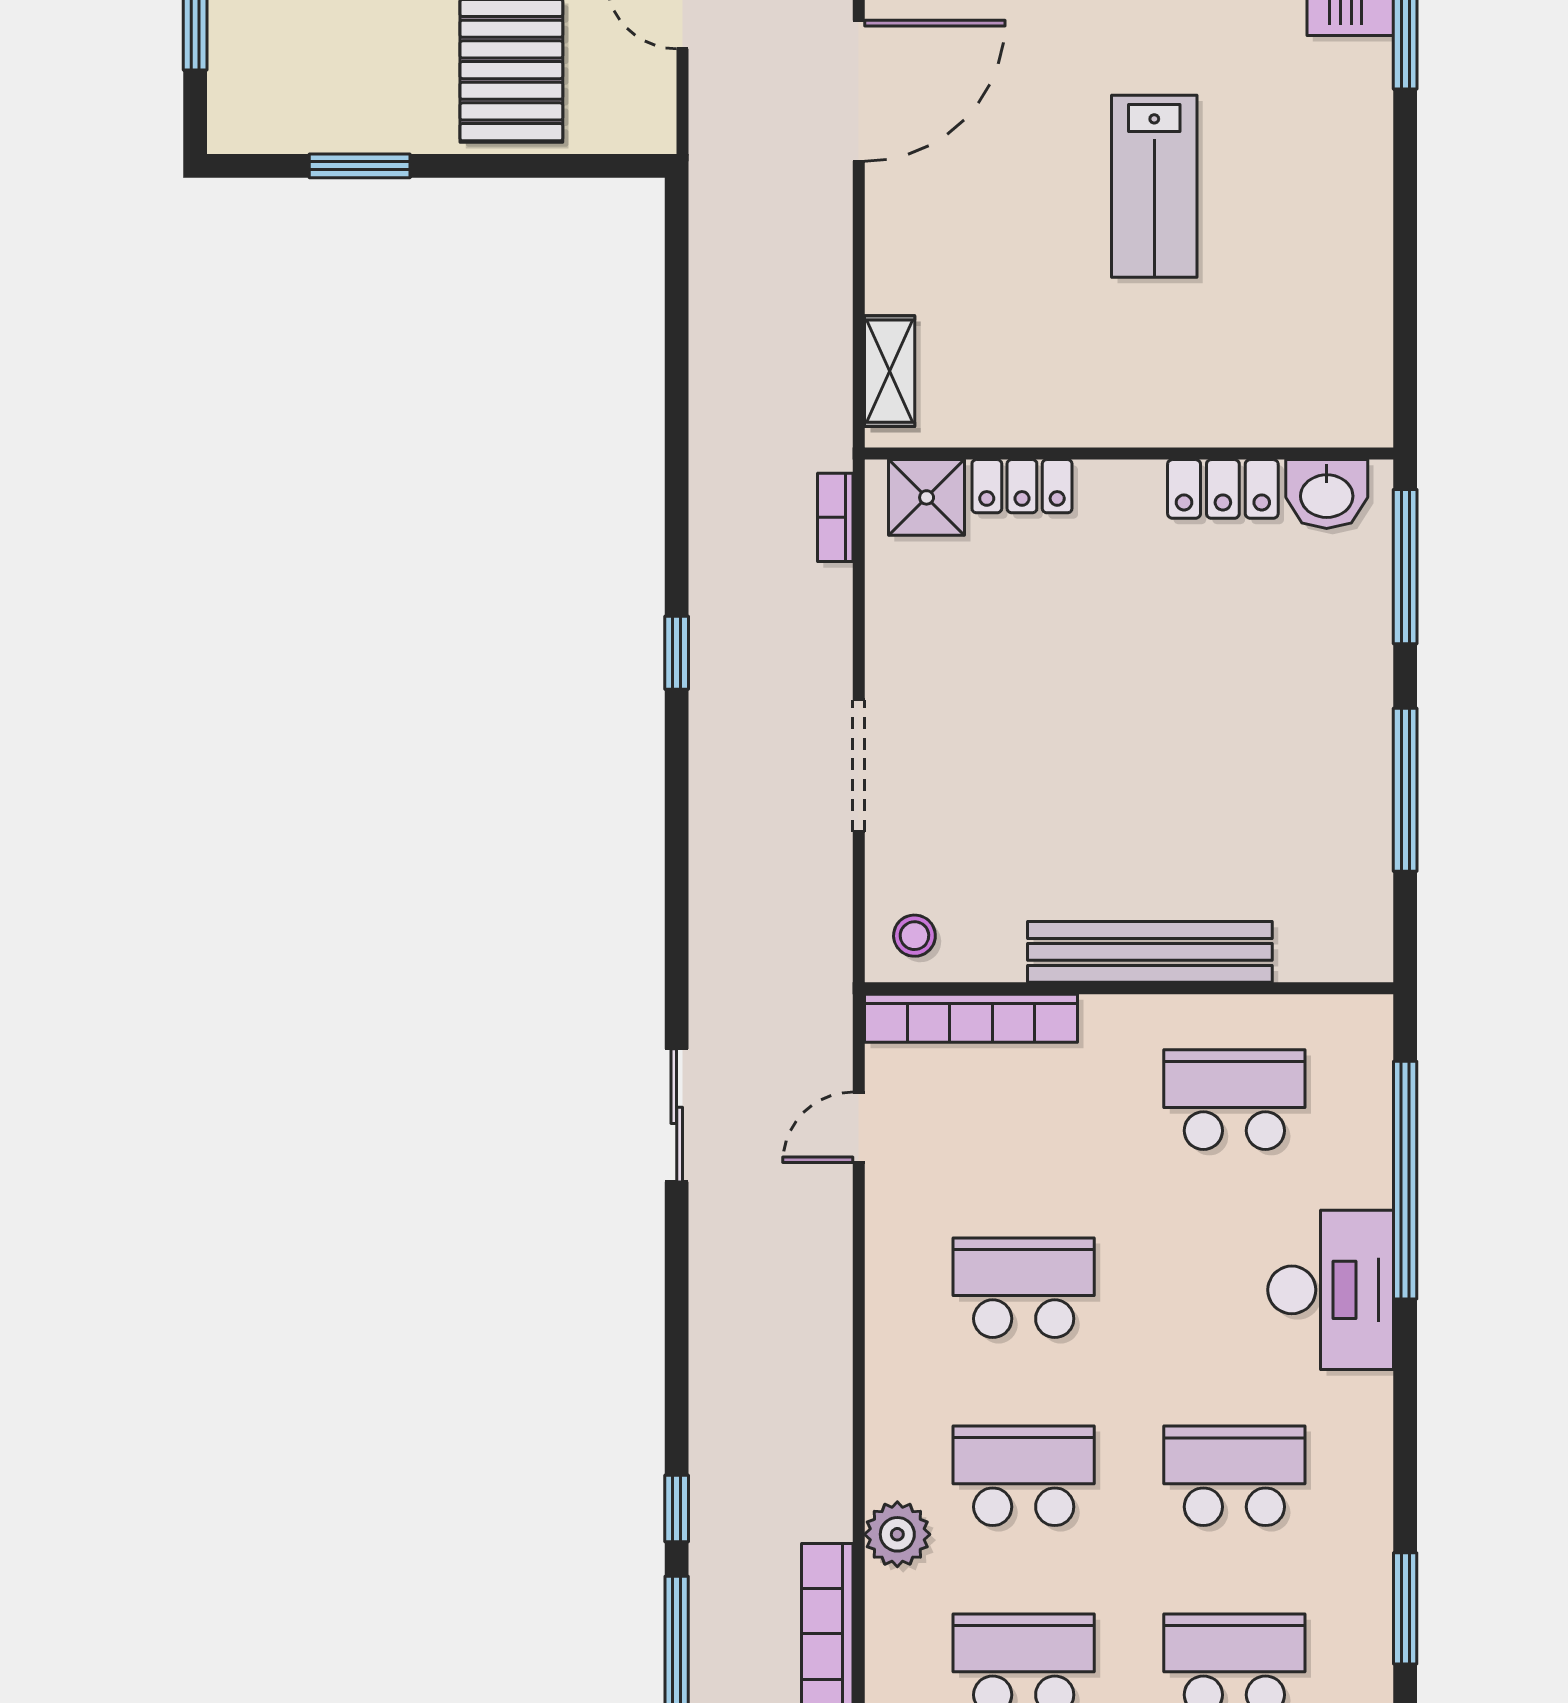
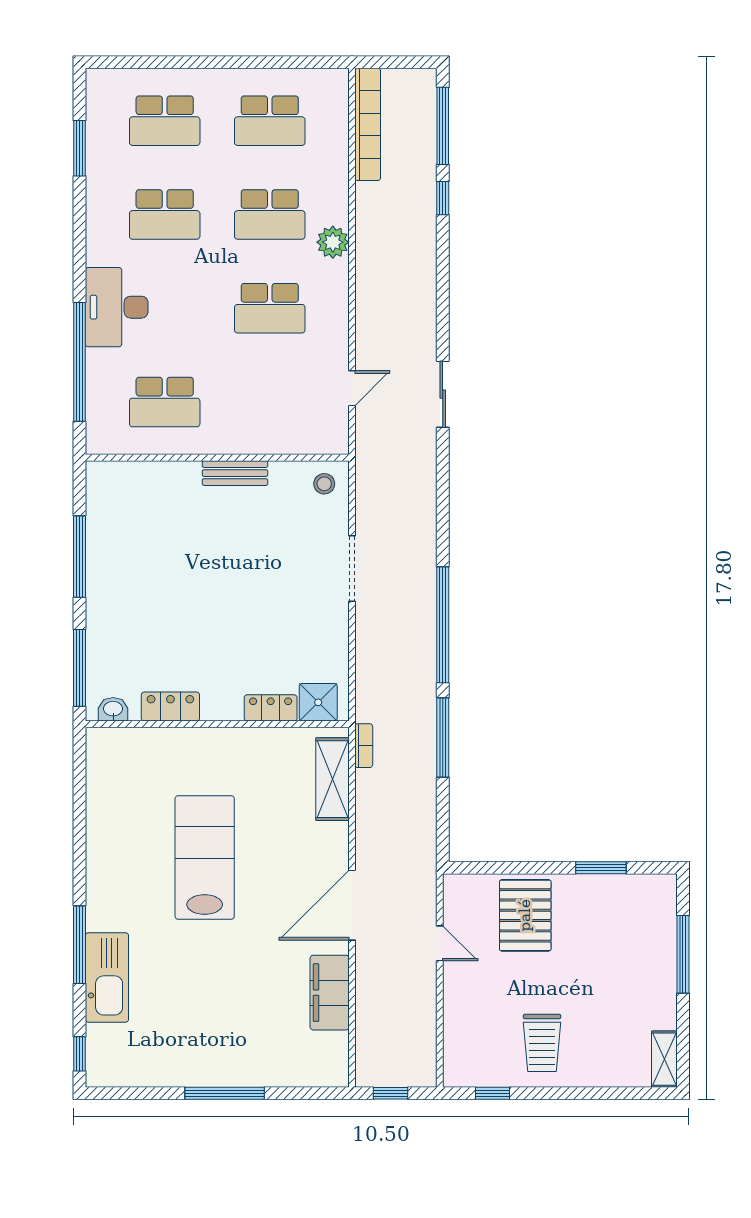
lab bench: (1154, 186) -> (205, 857), width x1.36, depth x1.39
shelving: (890, 371) -> (332, 779), width x1.50, depth x1.33
window: (677, 427) -> (443, 737), added
washbasin: (1327, 494) -> (113, 709), width x0.72, depth x0.69
bookcase: (835, 517) -> (364, 746), moved
window: (677, 653) -> (443, 625), width x3.17
bench: (1150, 952) -> (235, 473), width x0.54, depth x0.82
bookcase: (971, 1018) -> (296, 443), removed
plant: (897, 1534) -> (333, 242), moved

